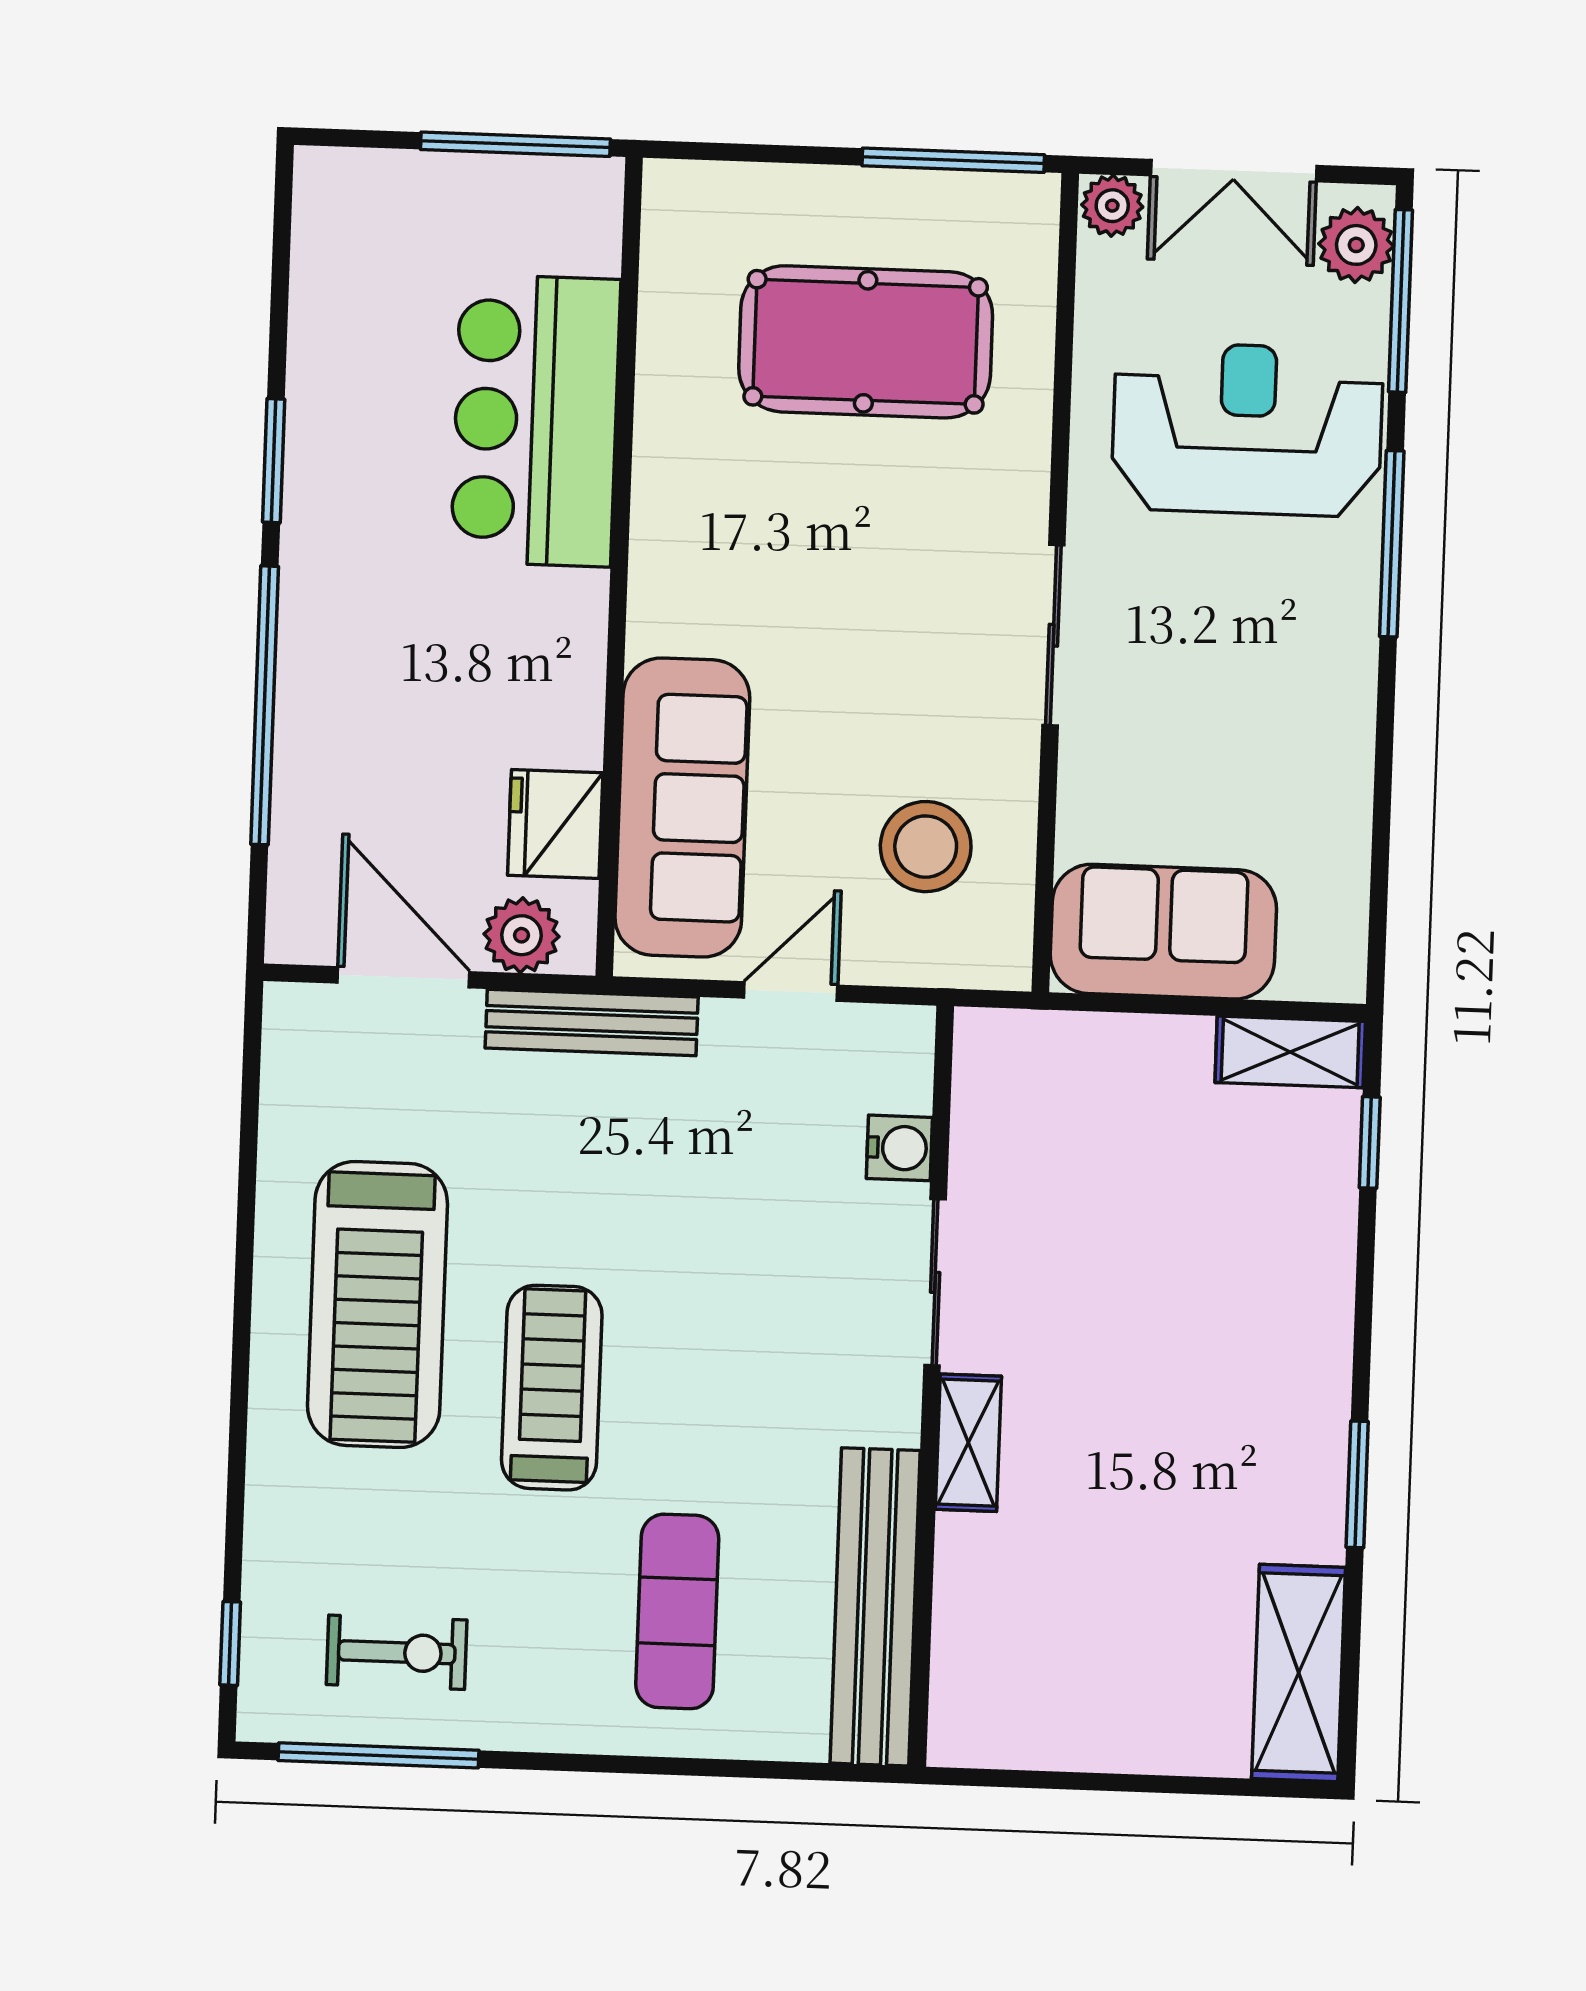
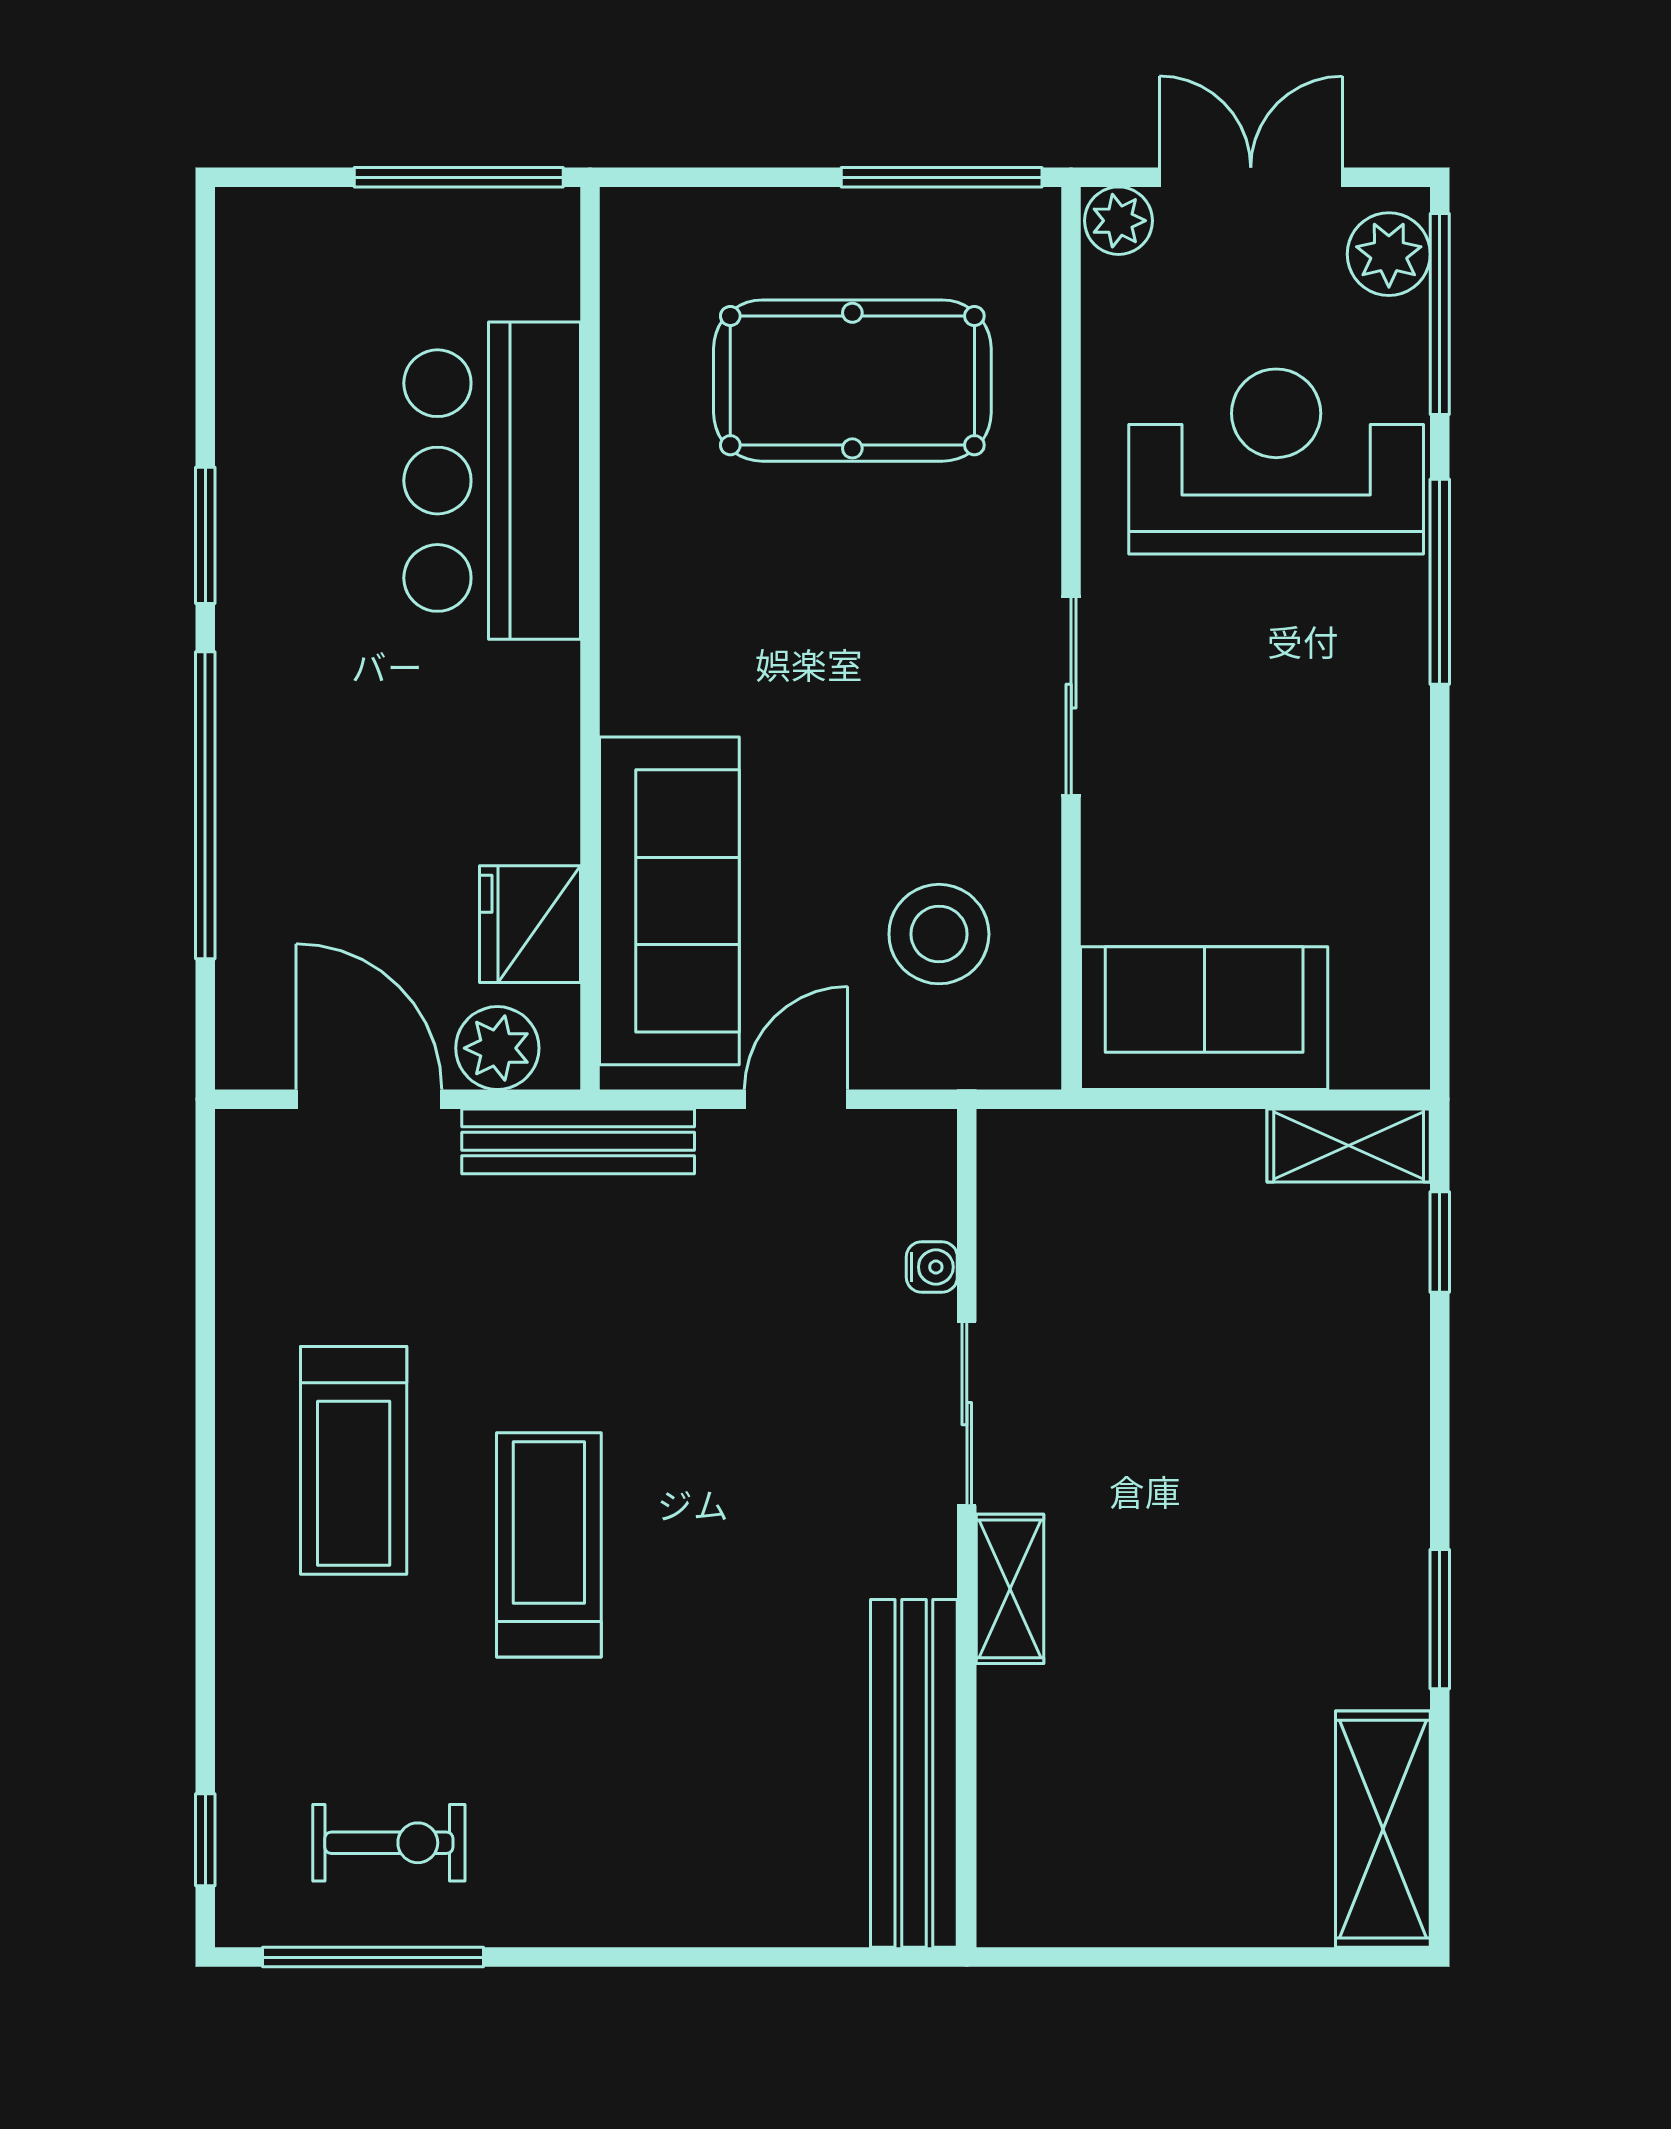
double door: (1234, 171) -> (1251, 177), swing flipped
water cooler: (899, 1148) -> (932, 1267), width x0.72, depth x0.72
treadmill: (377, 1304) -> (354, 1460), width x0.73, depth x0.73
exercise mat: (677, 1611) -> (696, 1786), removed

